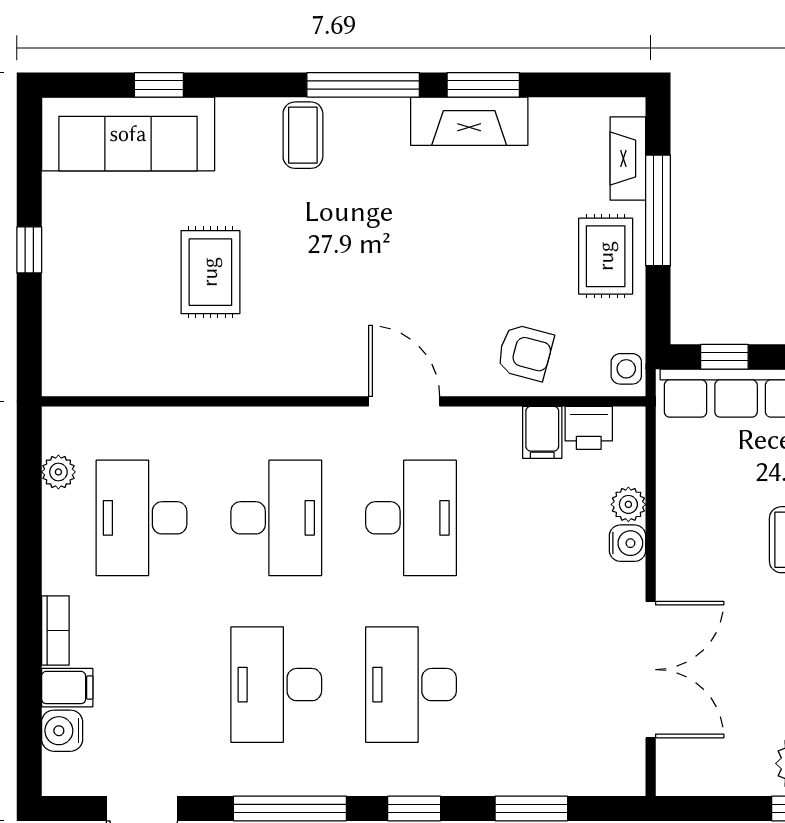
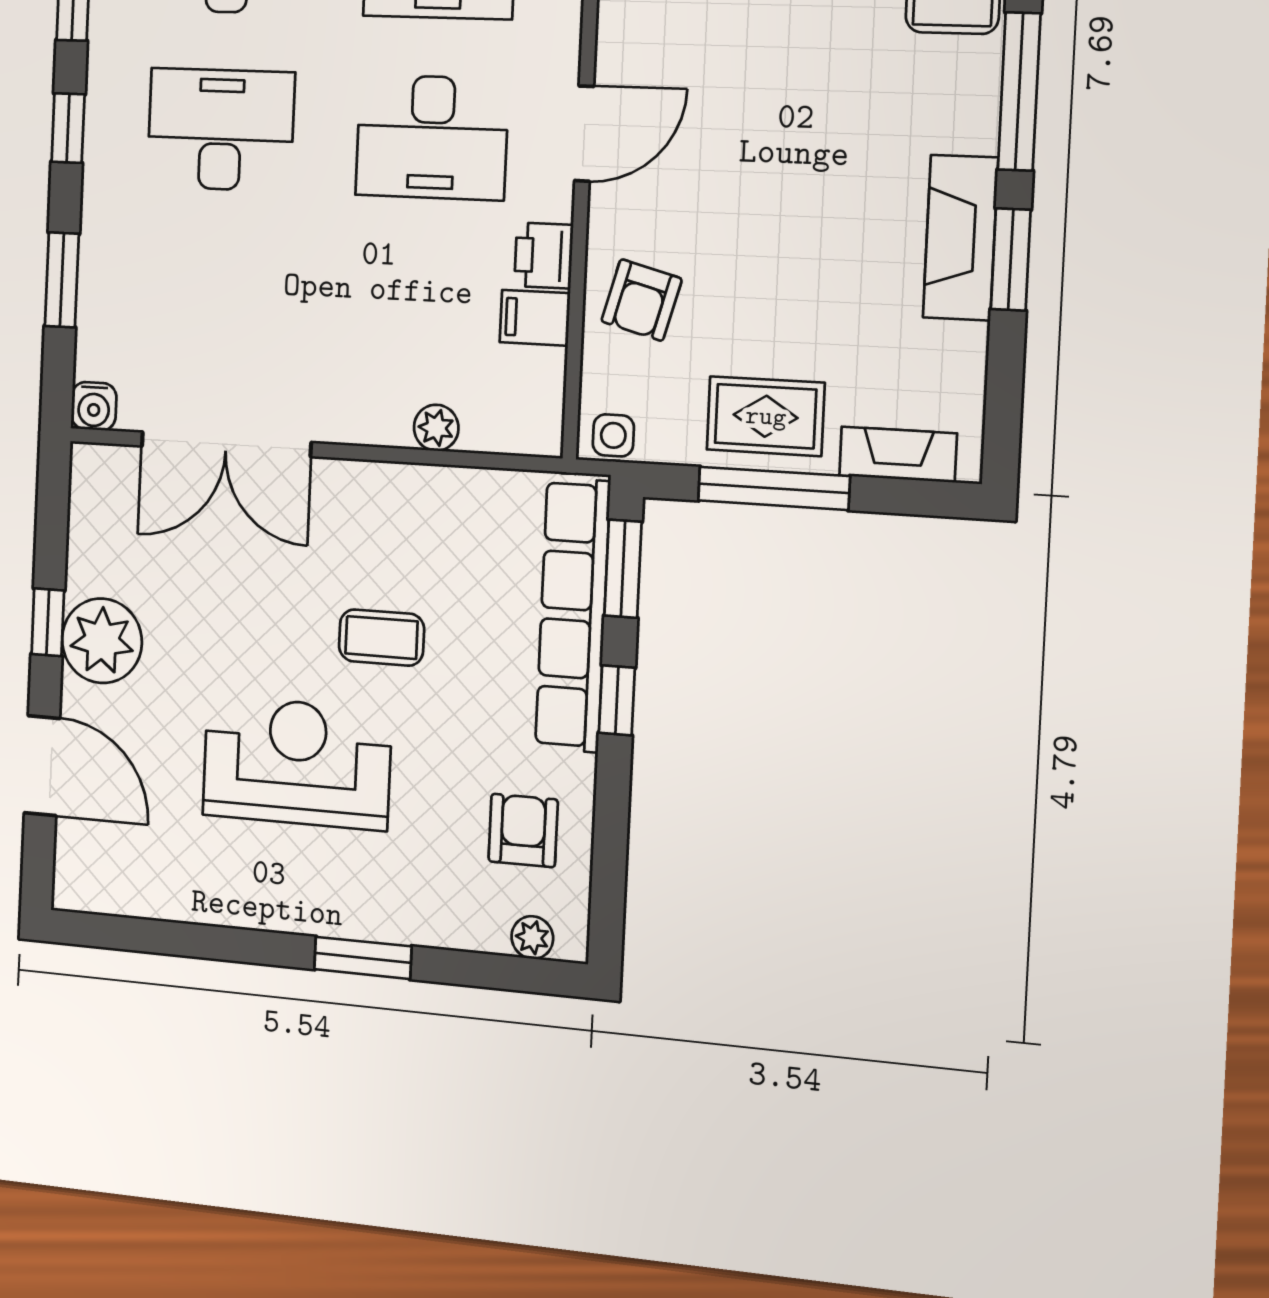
window: (658, 210) -> (774, 488), moved
window: (724, 357) -> (623, 569), width x1.50
printer: (589, 428) -> (544, 256), moved
water cooler: (627, 543) -> (94, 406), moved

